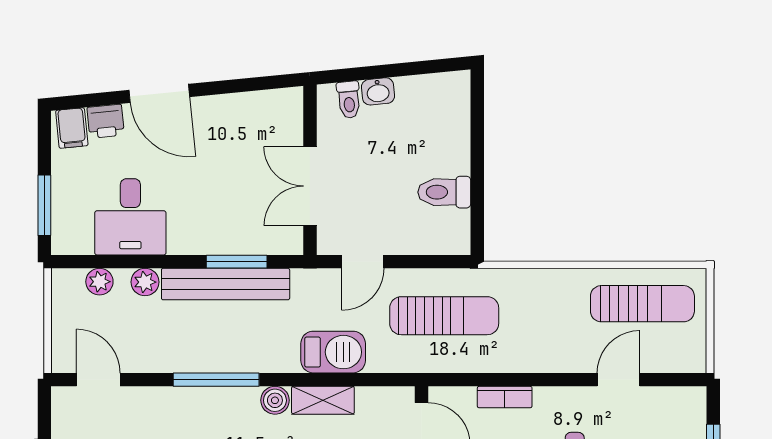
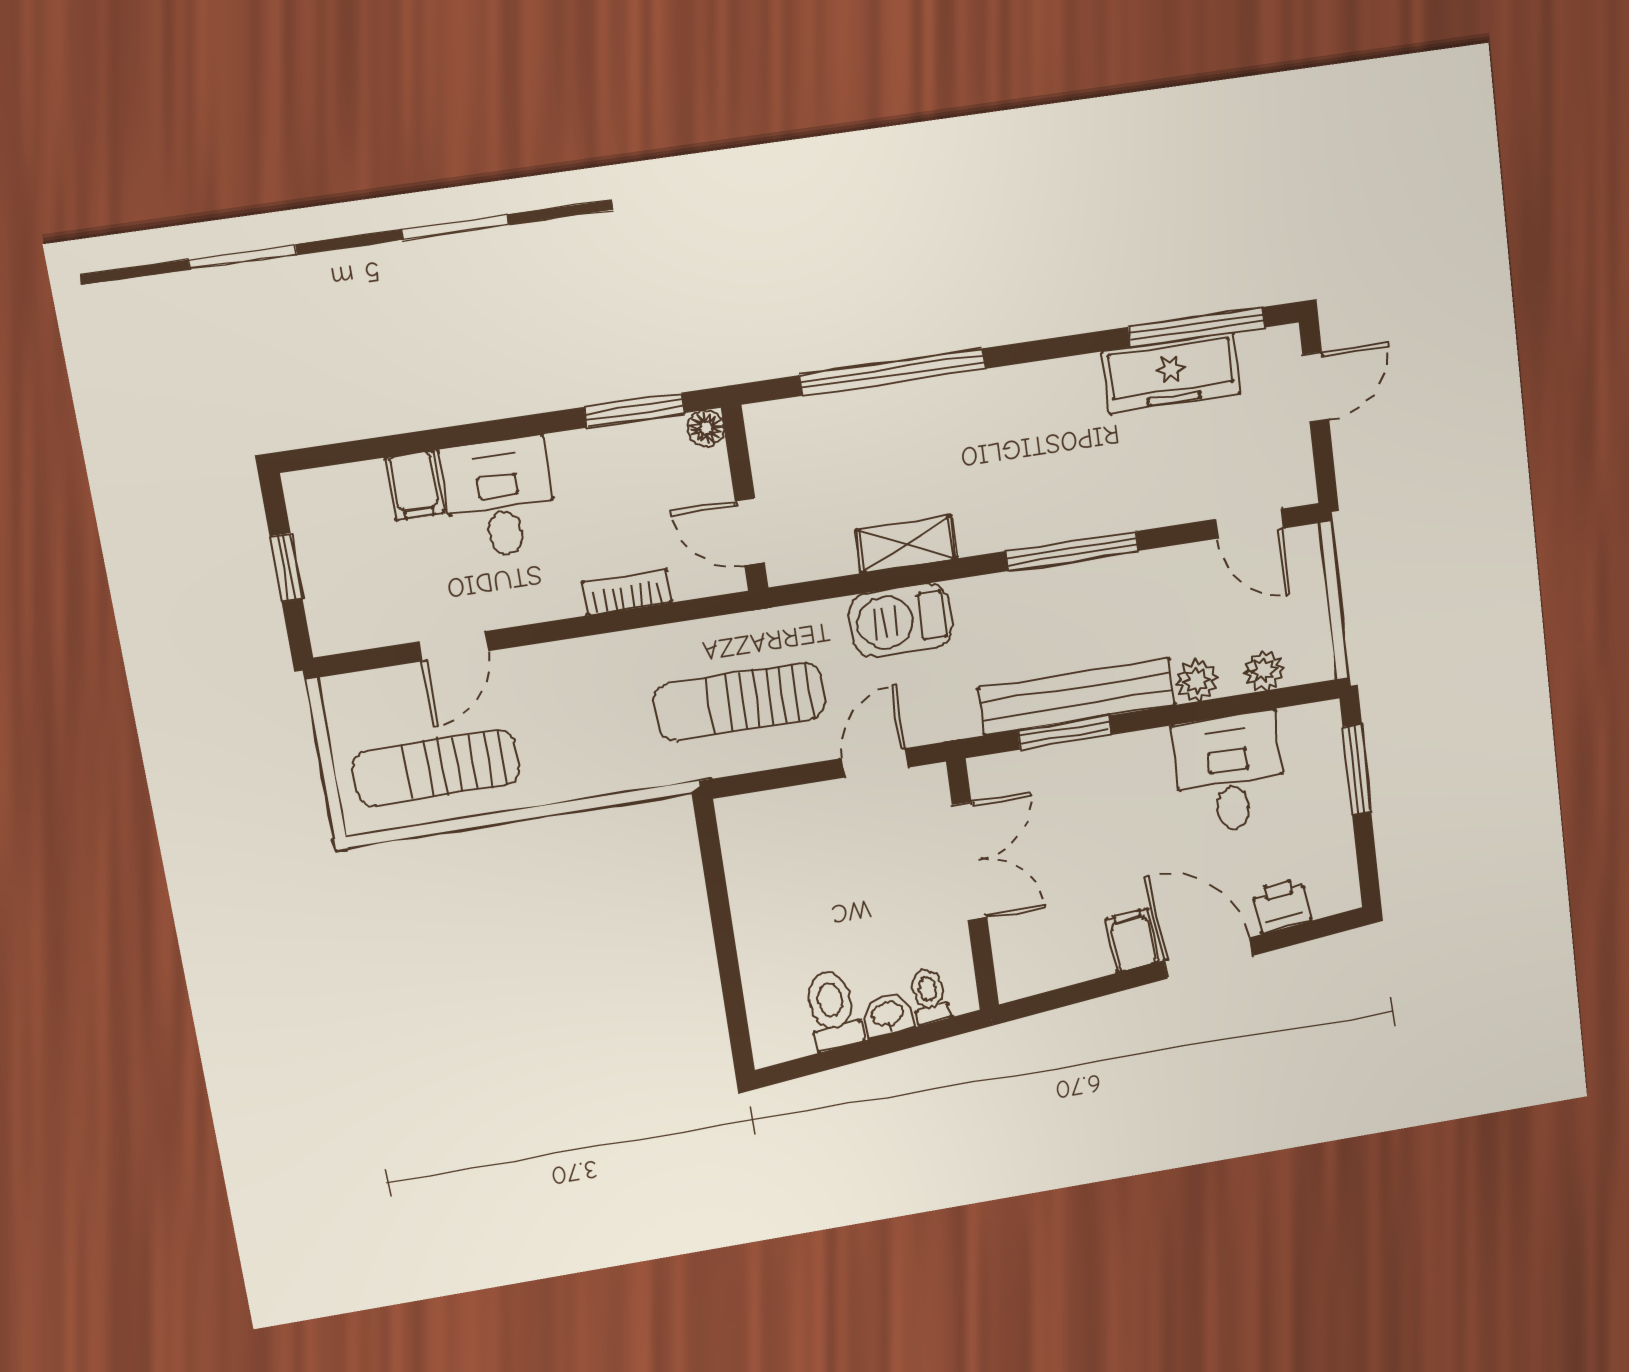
filing cabinet: (72, 128) -> (1132, 940), moved
toilet: (444, 192) -> (833, 1010), moved, turned -96
boiler: (275, 400) -> (979, 533), removed

